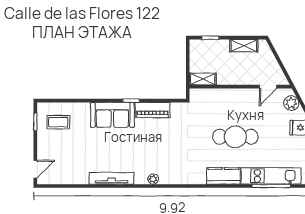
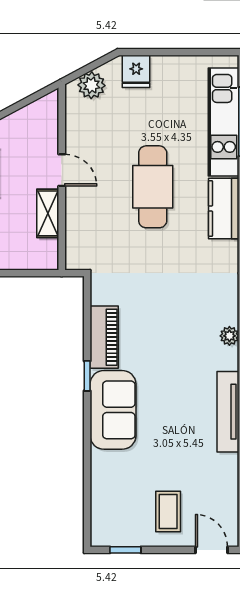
shelving: (203, 79) -> (48, 213), moved
door: (268, 87) -> (62, 170), moved
coffee table: (58, 122) -> (168, 511), moved

